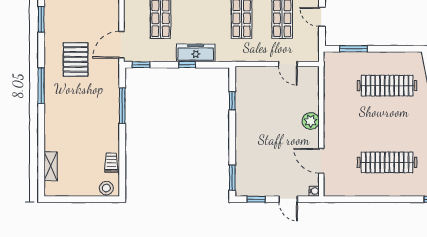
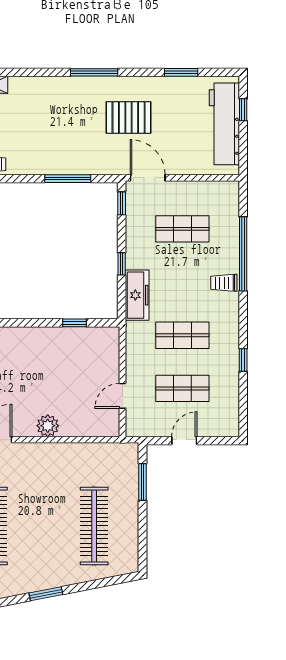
freezer: (196, 53) -> (137, 295), moved

